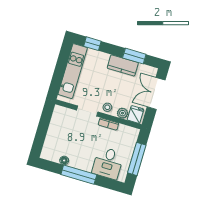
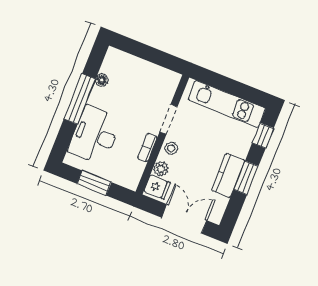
window: (134, 56) -> (246, 178), moved
window: (137, 159) -> (94, 183), width x0.69
desk: (108, 163) -> (95, 135), width x1.37

